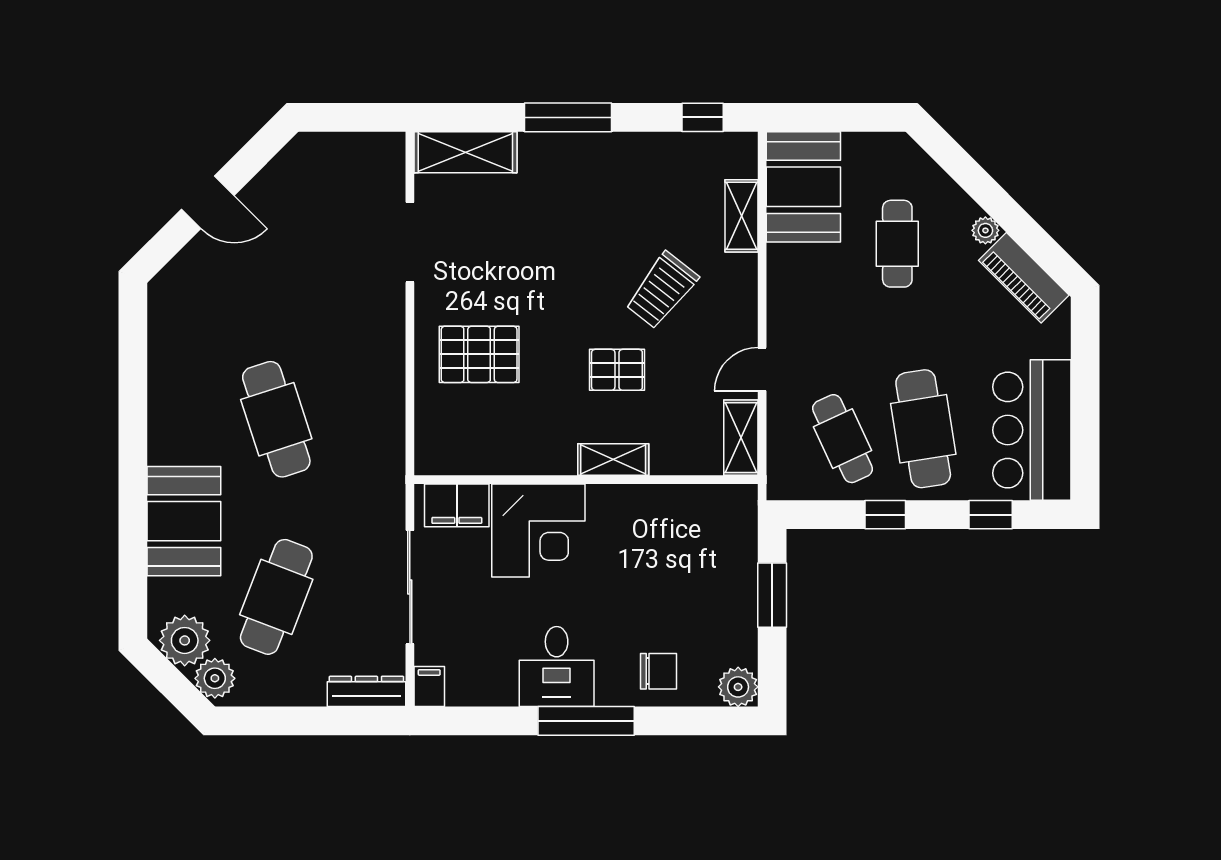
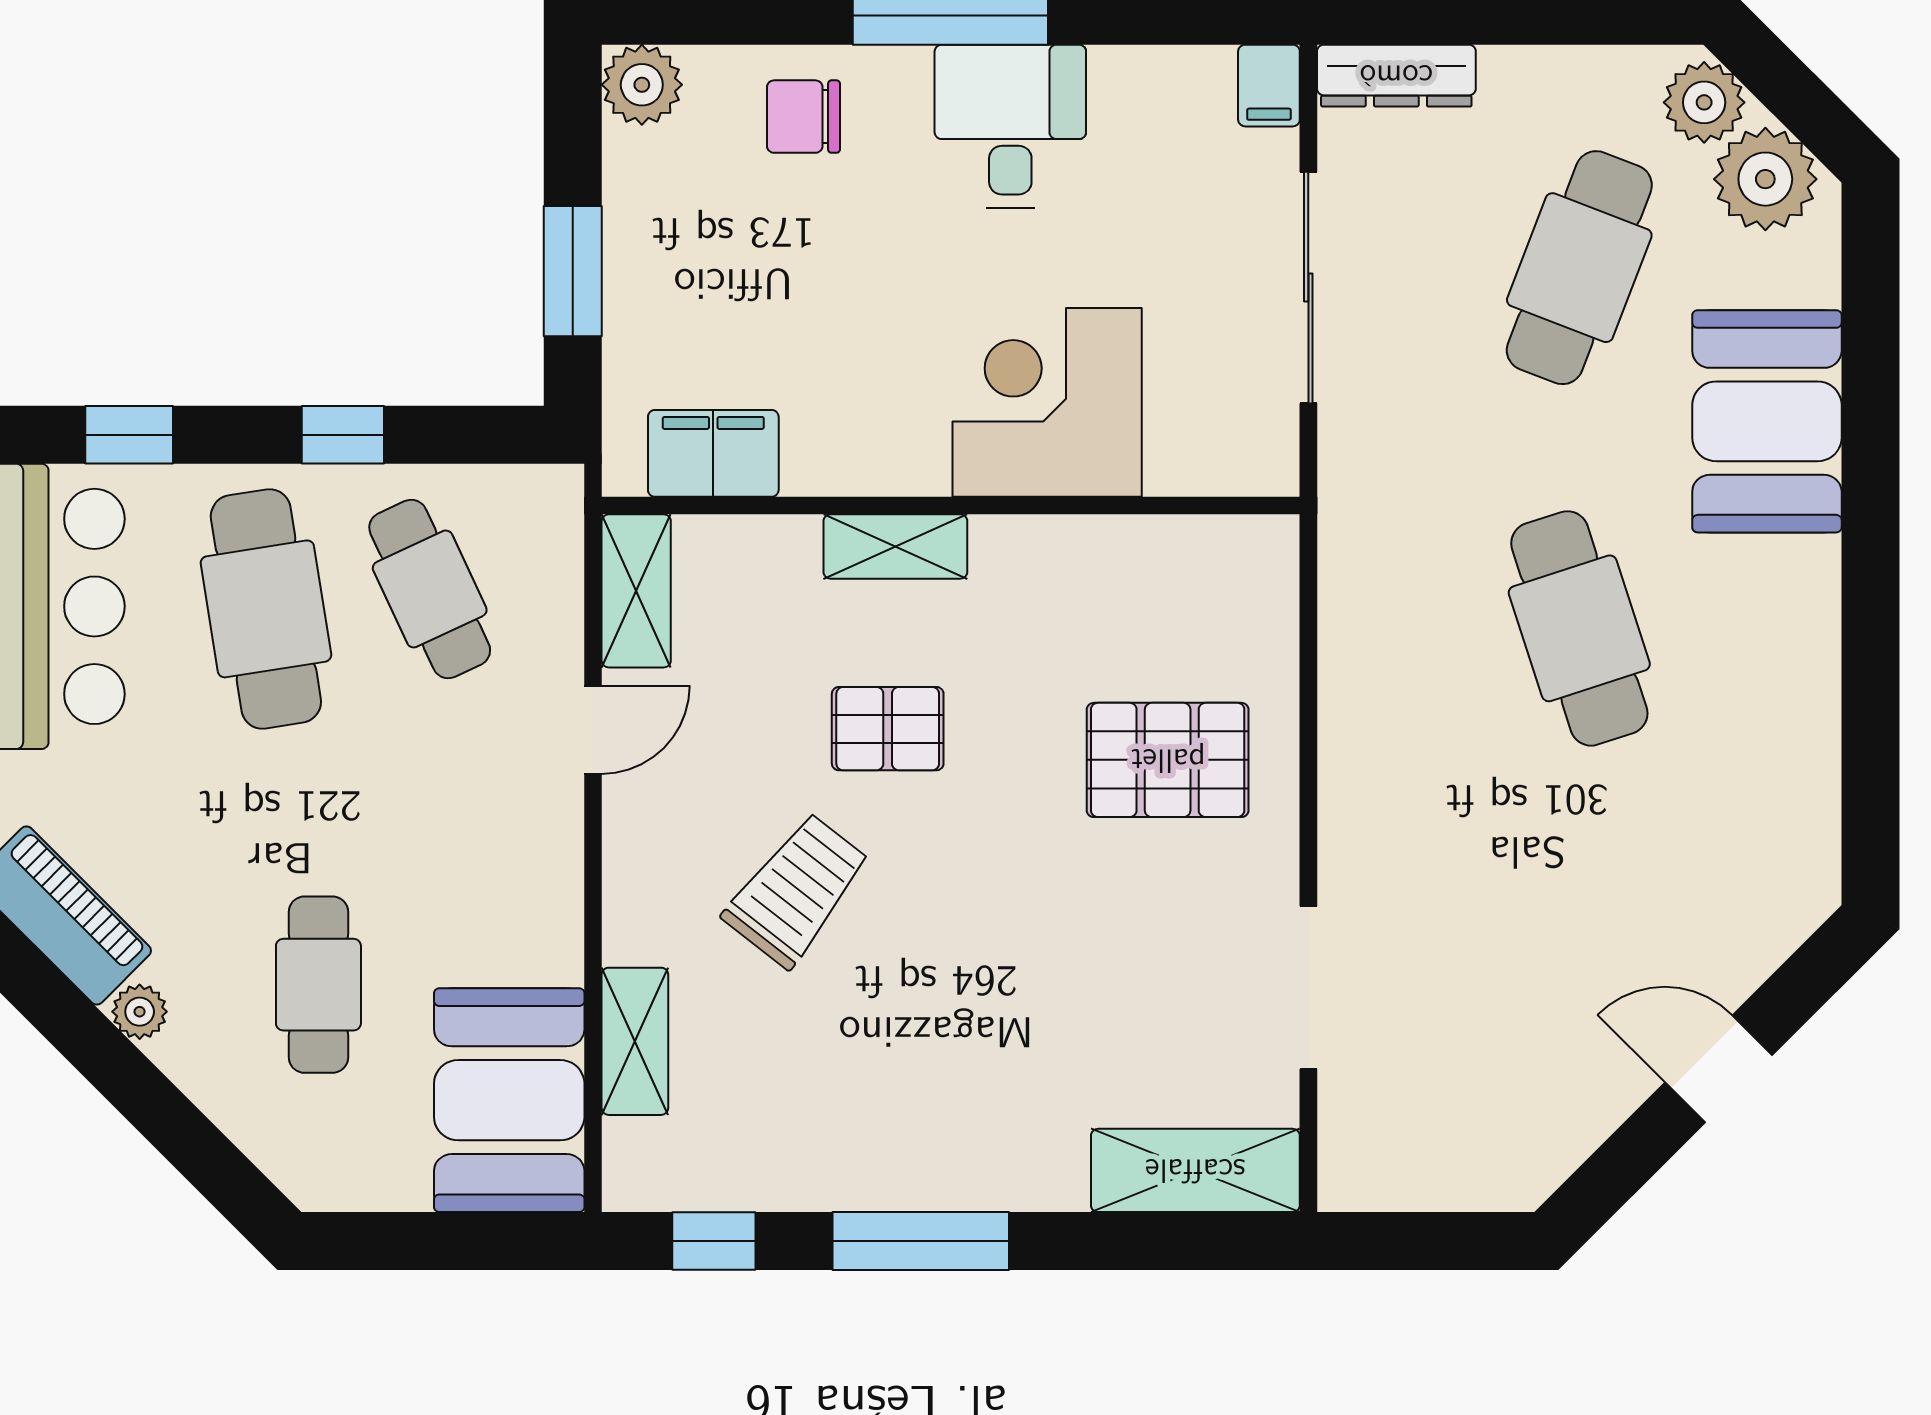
window: (568, 117) -> (921, 1241), moved
filing cabinet: (457, 505) -> (713, 453), moved

